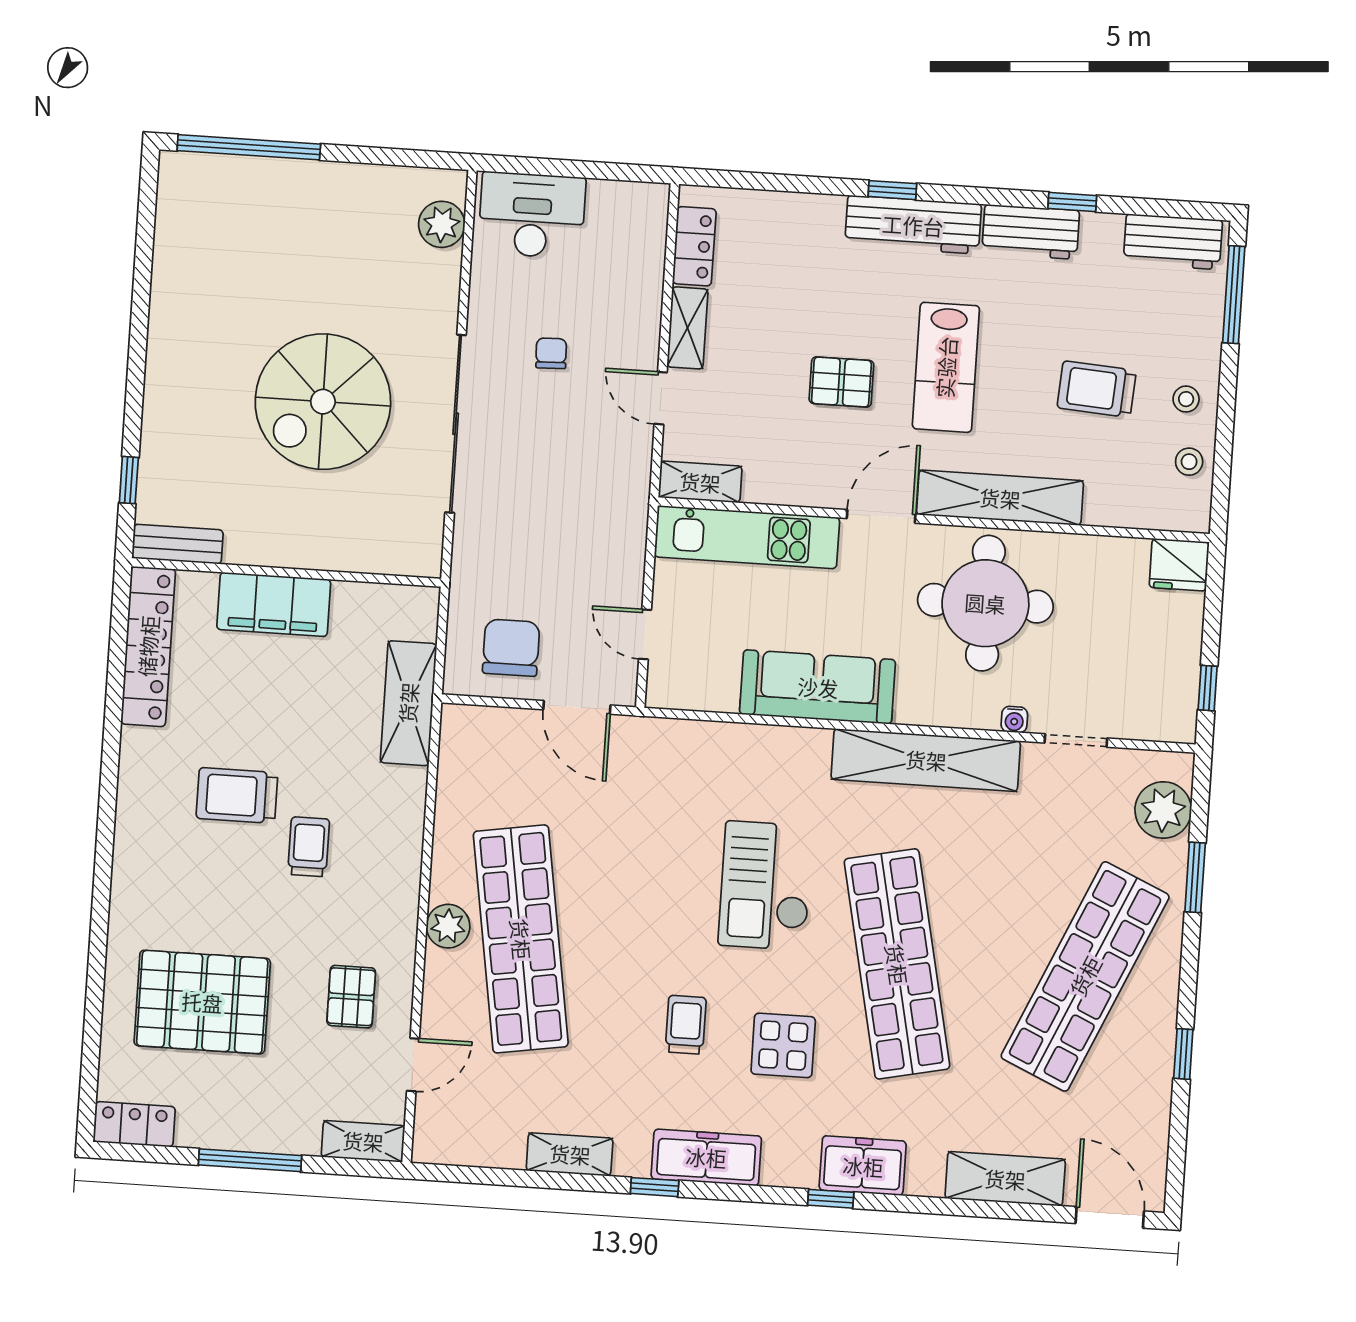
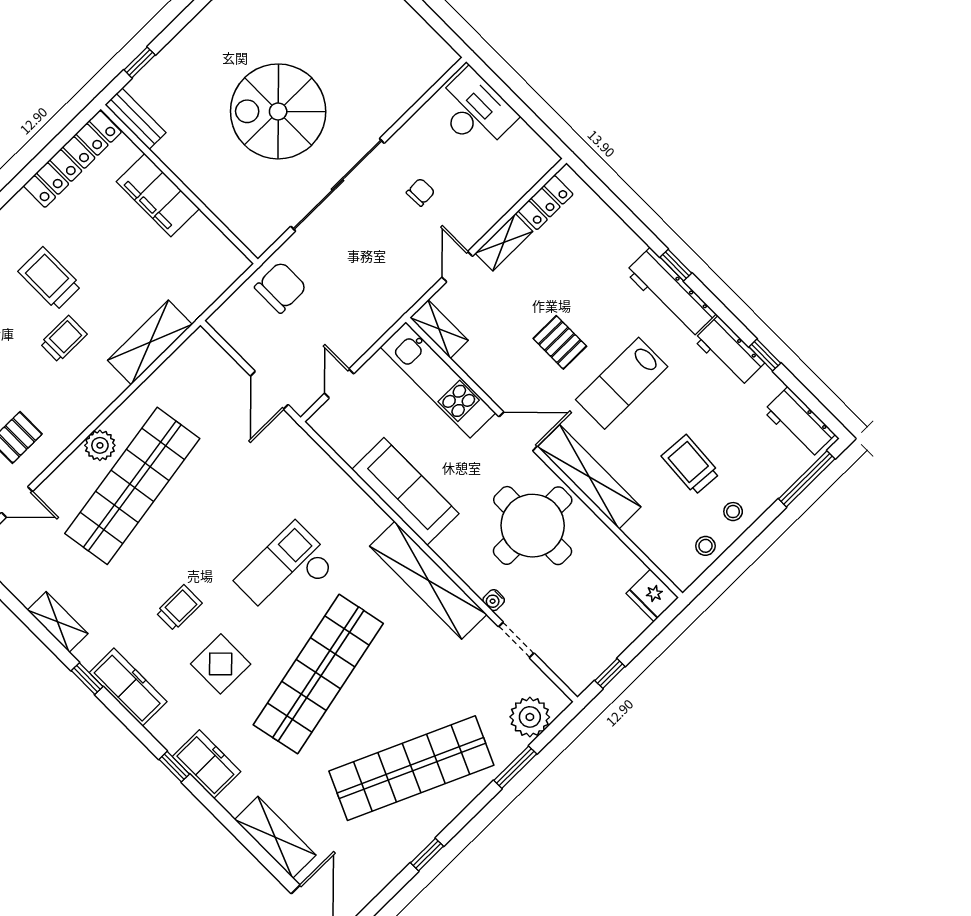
plant: (442, 224) -> (423, 73), removed
chair: (511, 648) -> (281, 287), moved
shelving: (408, 703) -> (150, 342), moved

